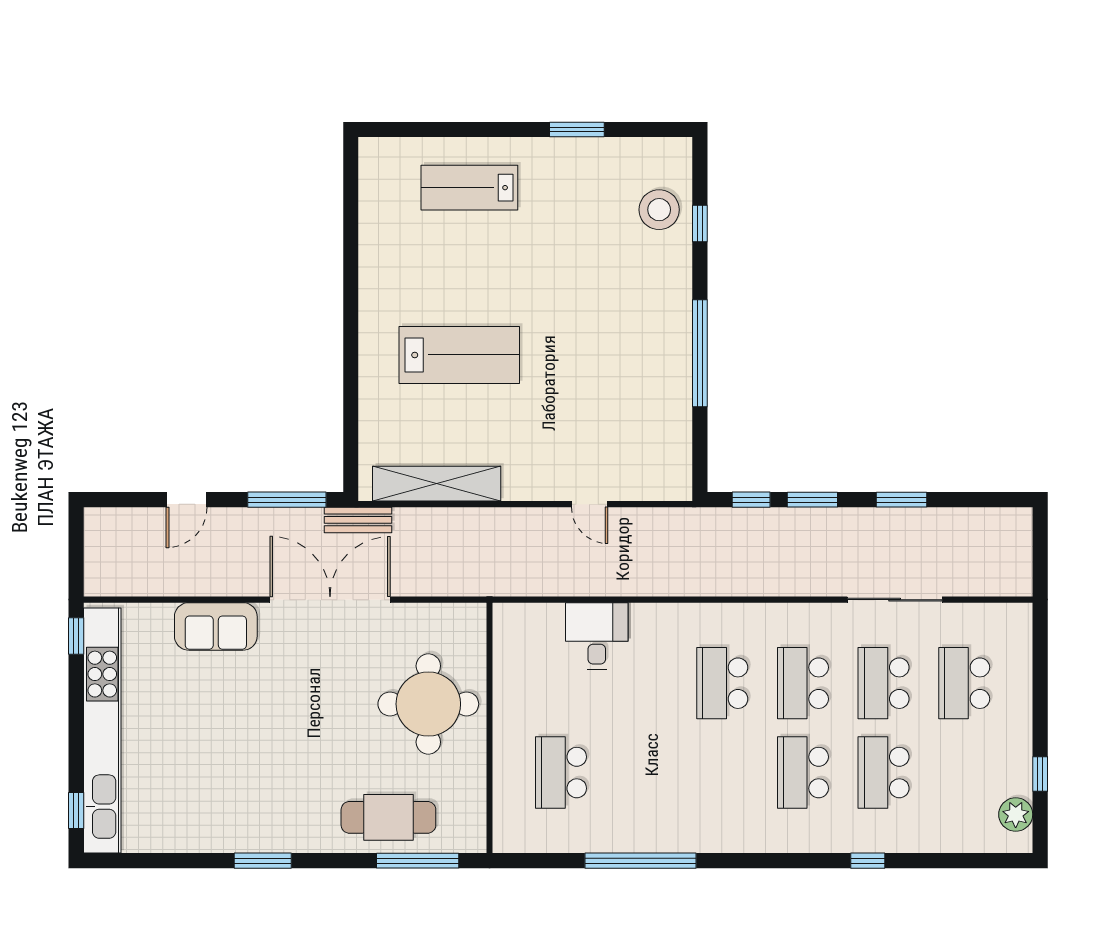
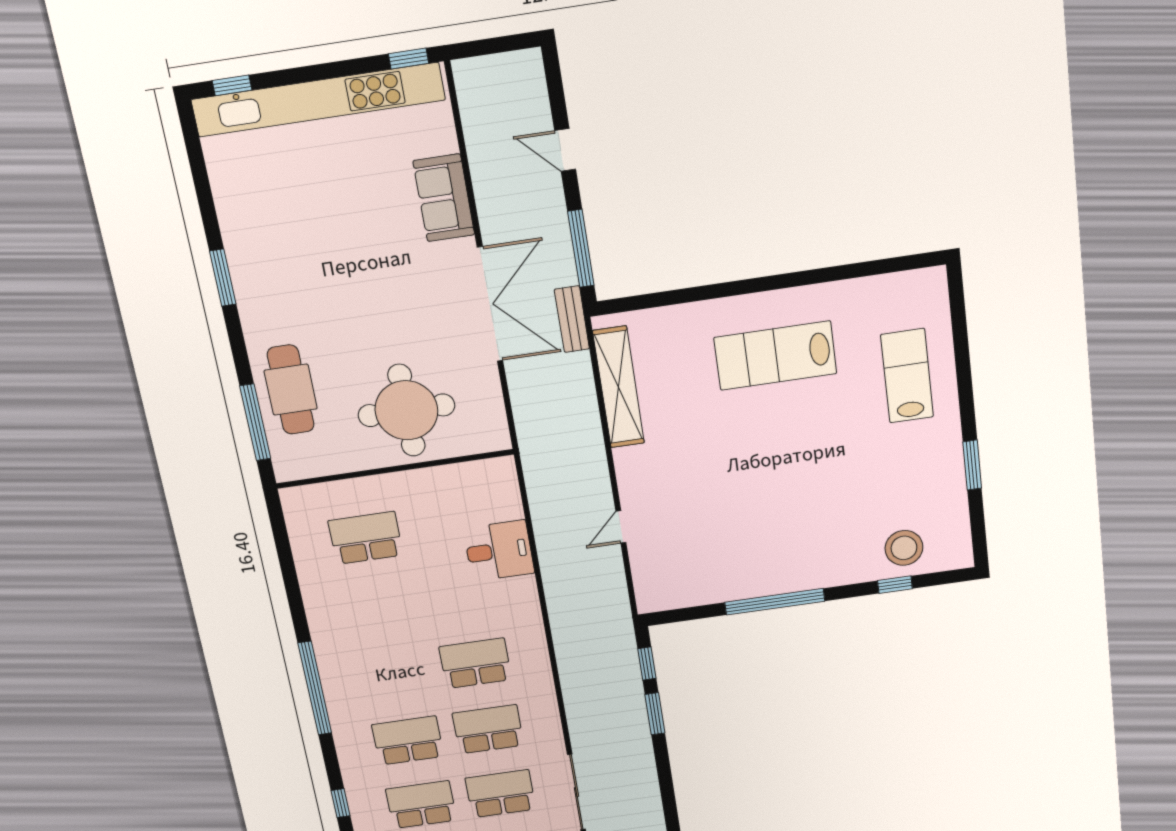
lab bench: (459, 355) -> (775, 356), moved, turned 90
window: (901, 500) -> (666, 785), removed
window: (641, 861) -> (315, 688), moved

